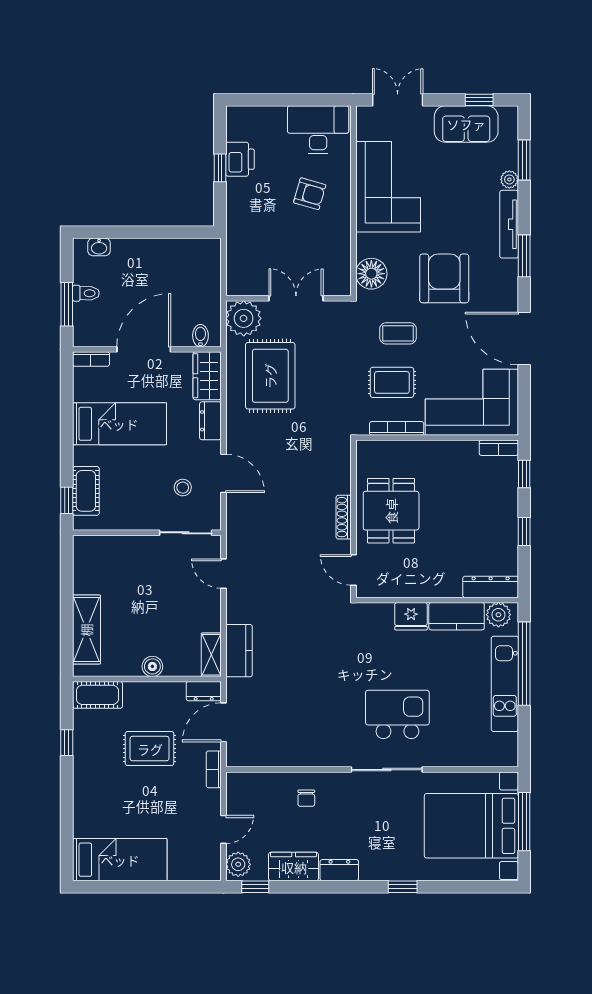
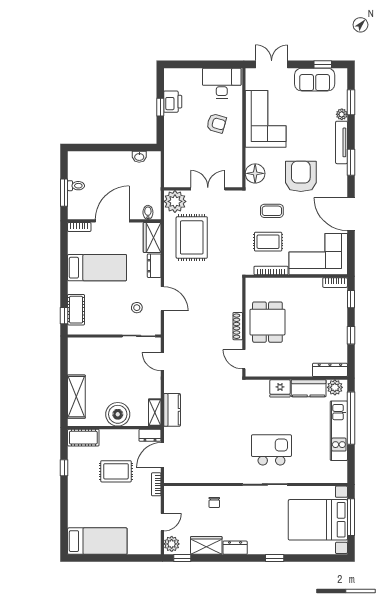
washbasin: (99, 247) -> (139, 157), moved
boiler: (152, 666) -> (118, 414), width x1.86, depth x1.86

